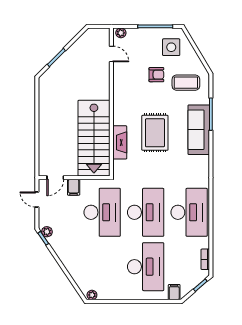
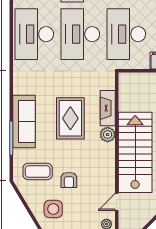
door: (111, 54) -> (117, 202), hinge flipped
armchair: (156, 75) -> (69, 180), turned -90
plant: (120, 118) -> (108, 135), added
stairs: (94, 138) -> (135, 152), moved

